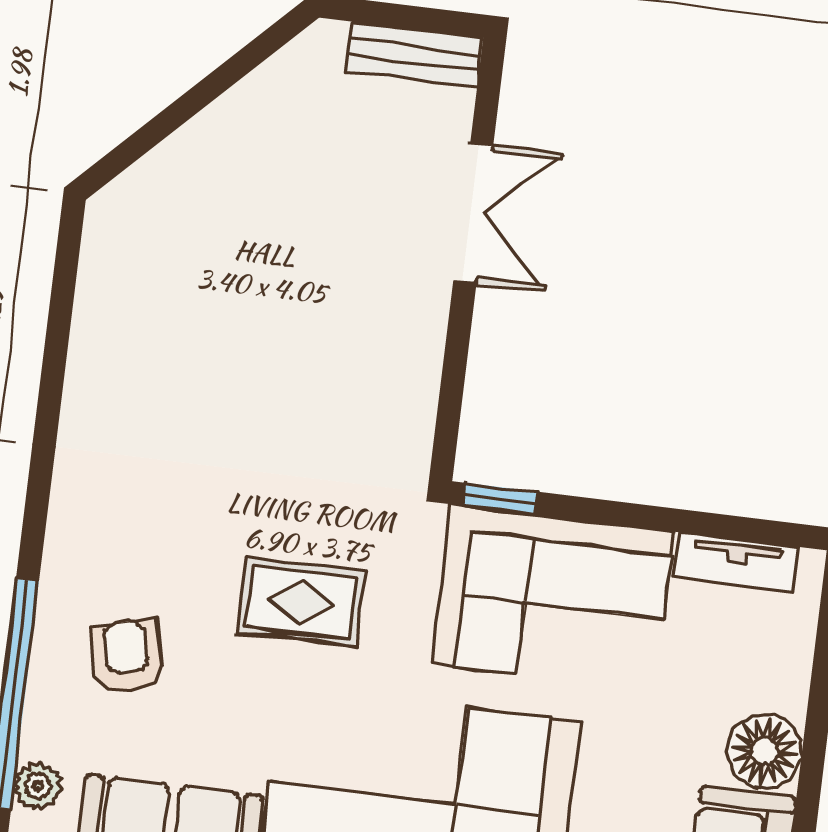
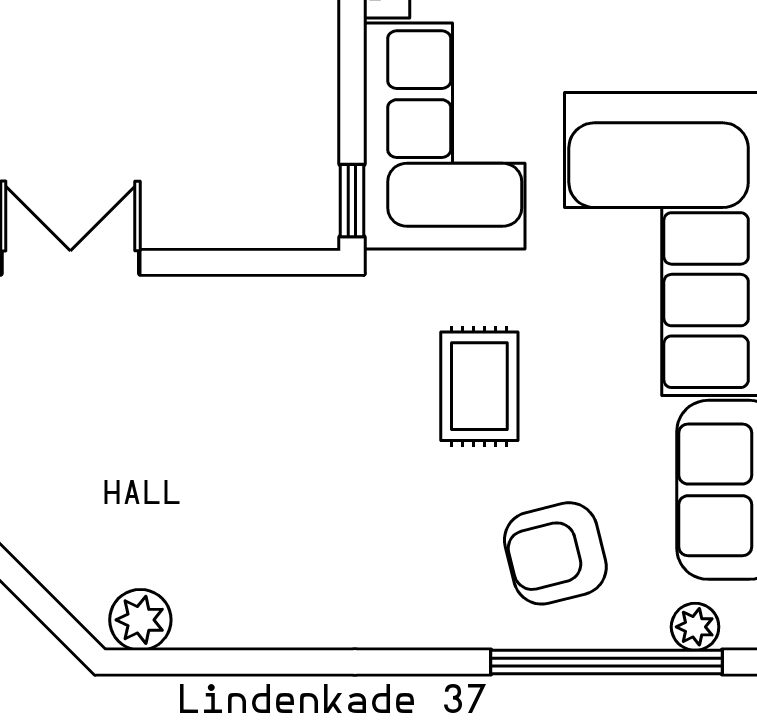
plant: (112, 239) -> (140, 620), added
armchair: (127, 657) -> (555, 553), width x1.38, depth x1.38

